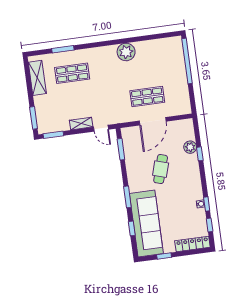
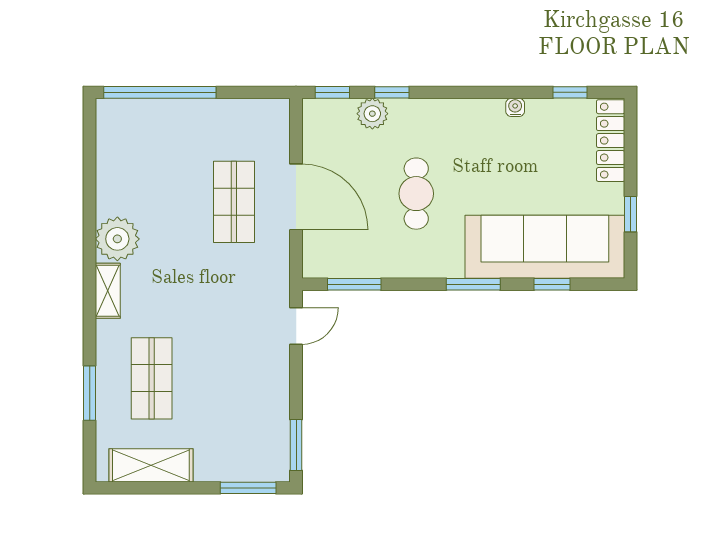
shelving: (81, 124) -> (108, 291), moved
cafe table: (161, 169) -> (416, 194), turned 73
window: (207, 204) -> (332, 92), moved

